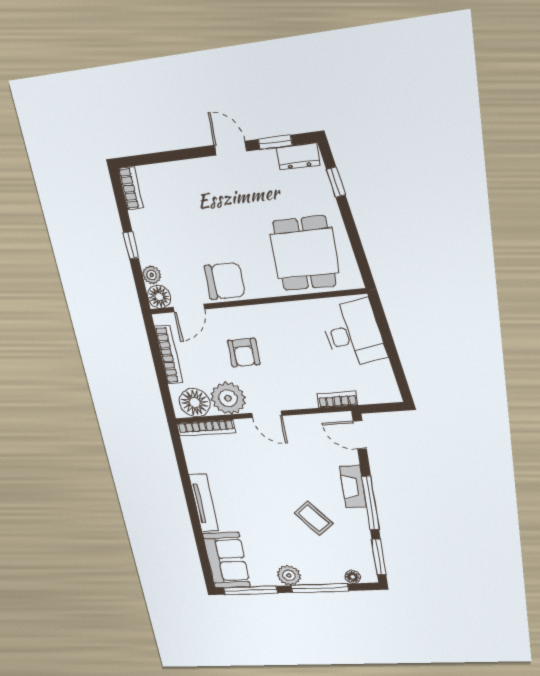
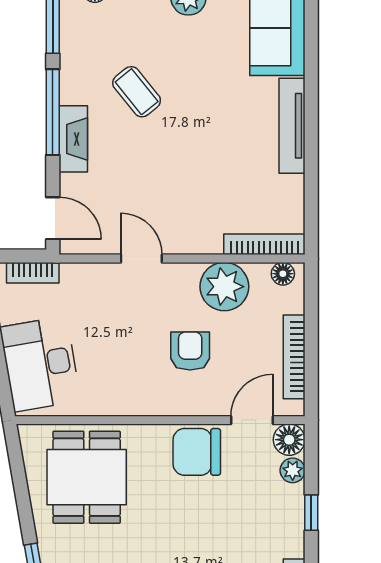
bookcase: (337, 400) -> (33, 273), moved
floor lamp: (195, 403) -> (283, 274), width x0.53, depth x0.53
door: (267, 414) -> (141, 258), moved

